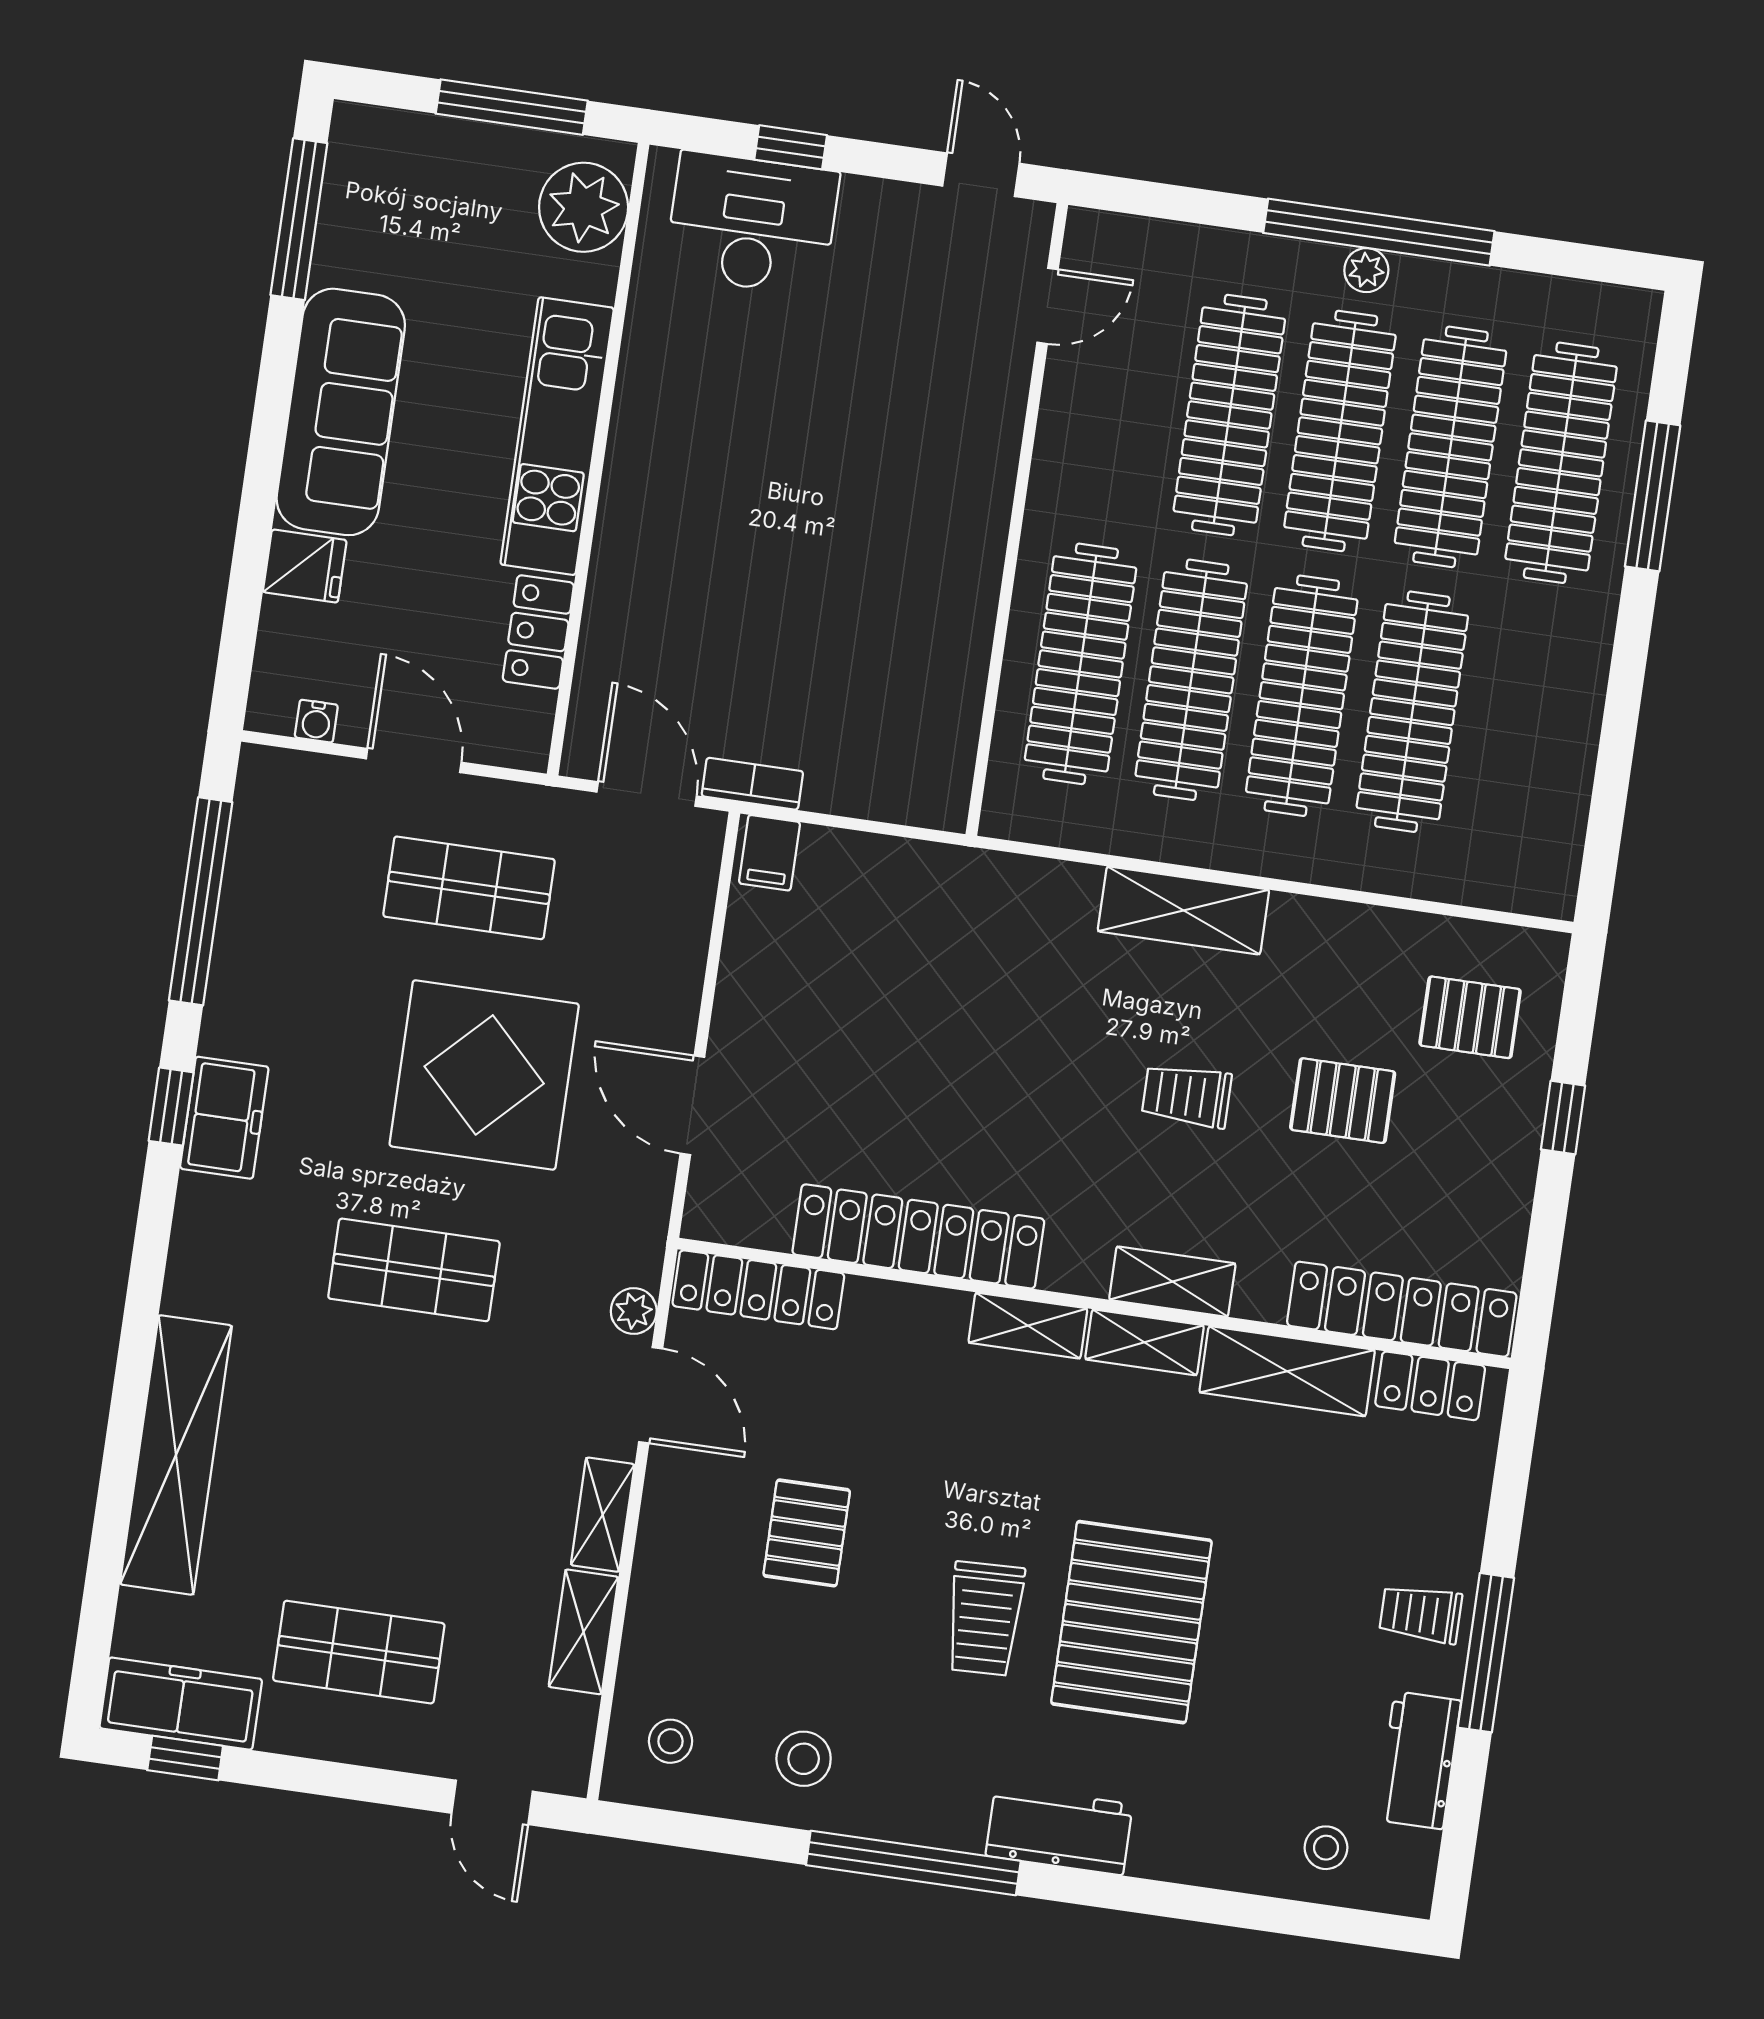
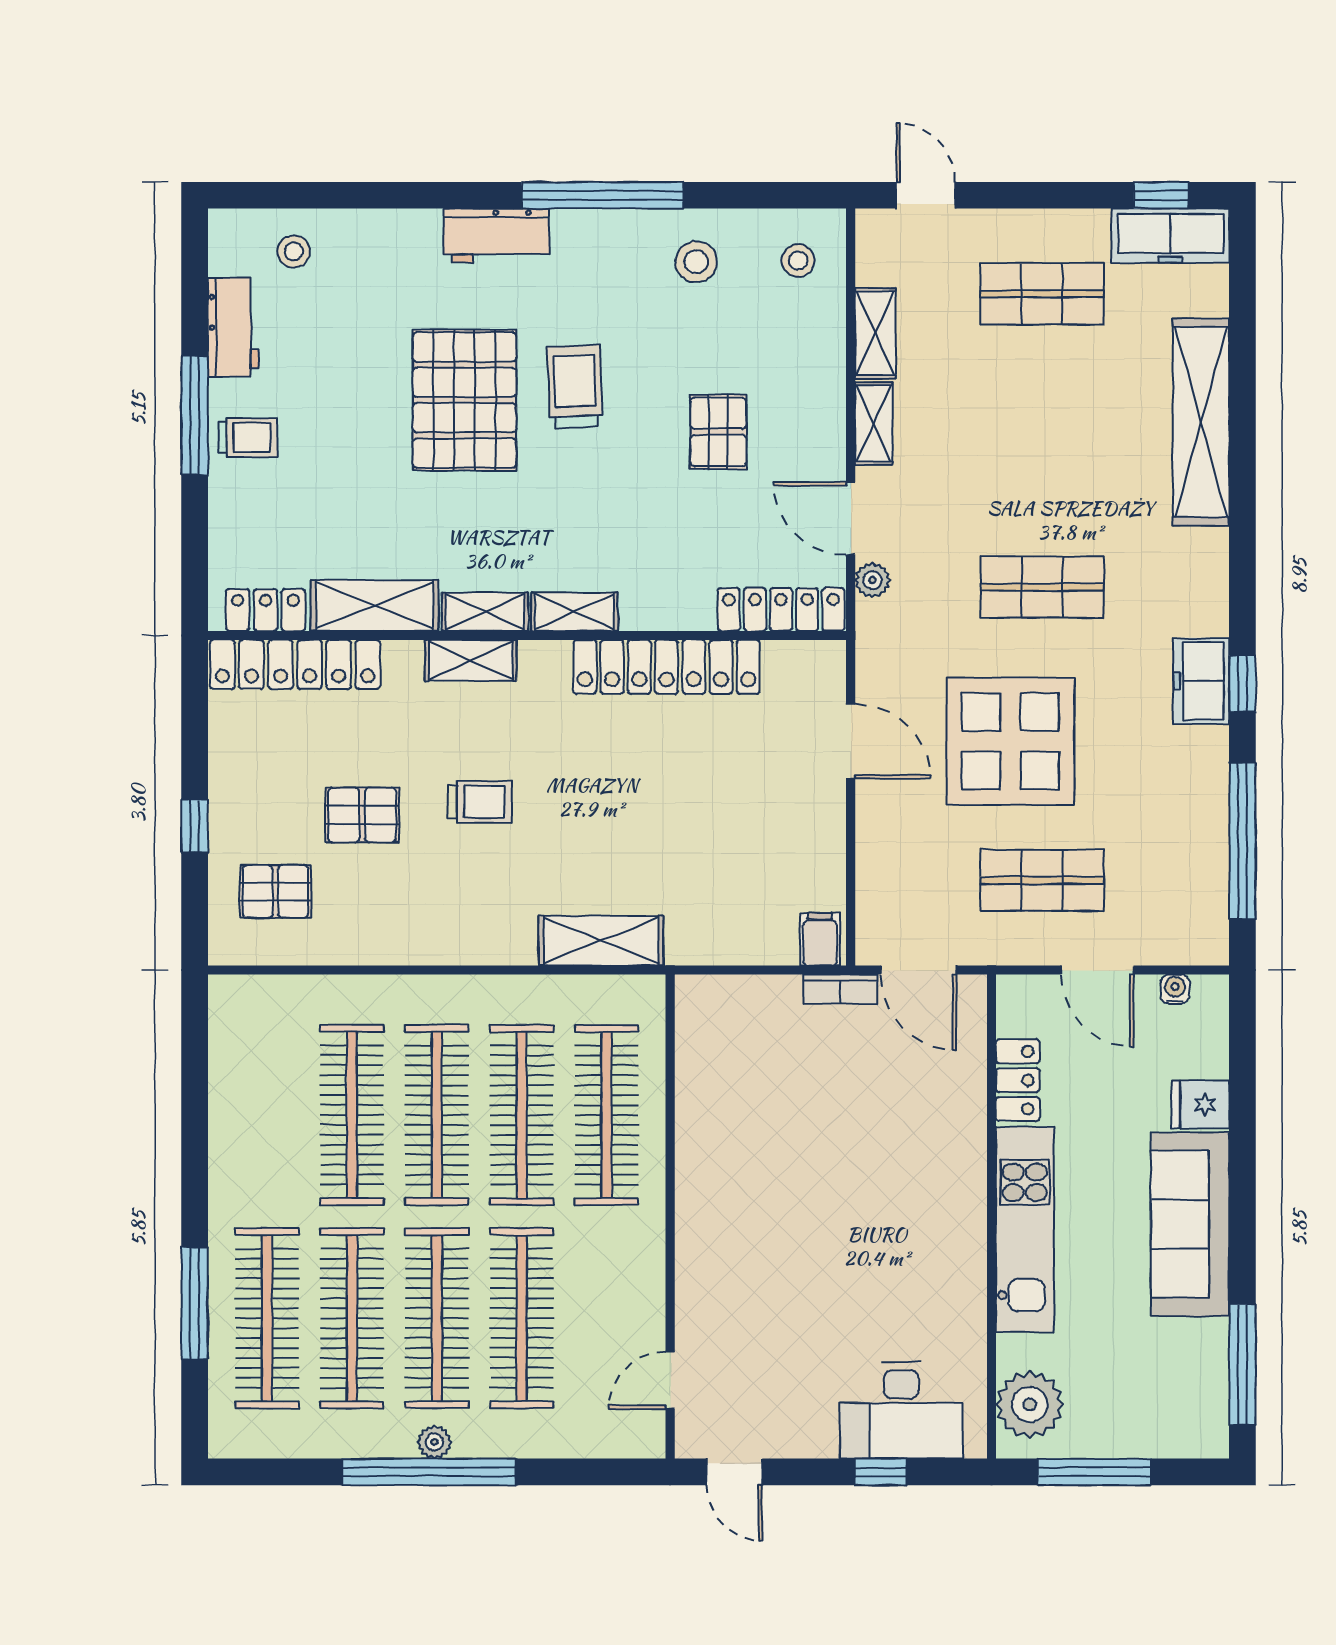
shelving: (1183, 910) -> (601, 941), moved

